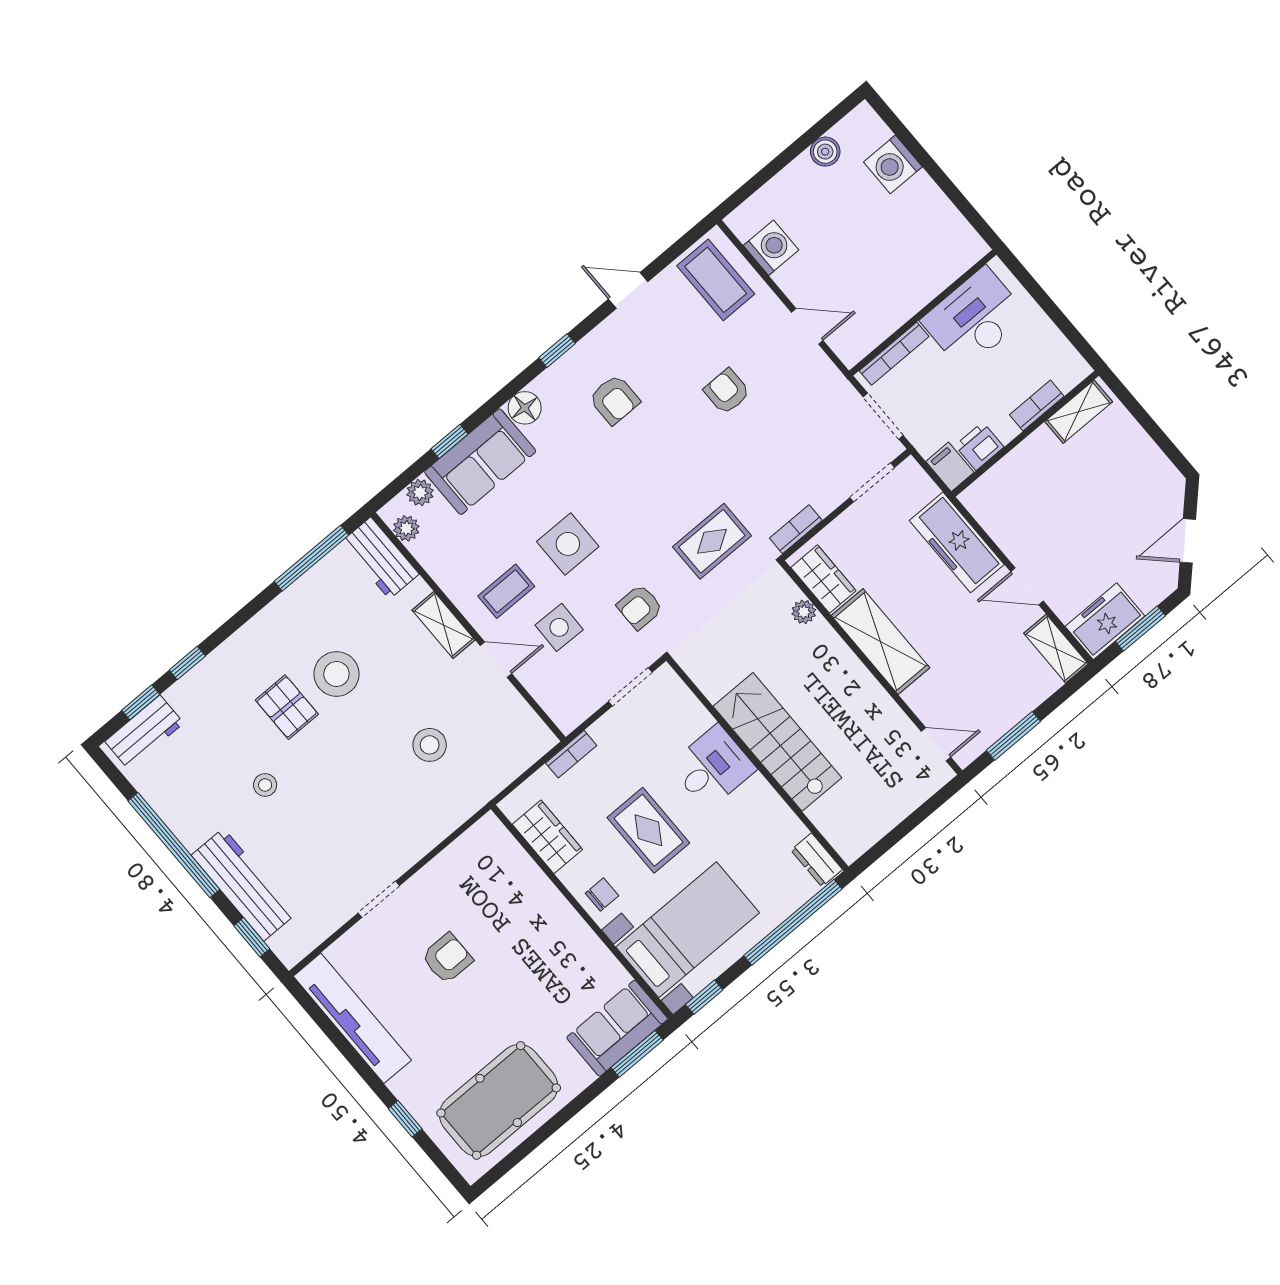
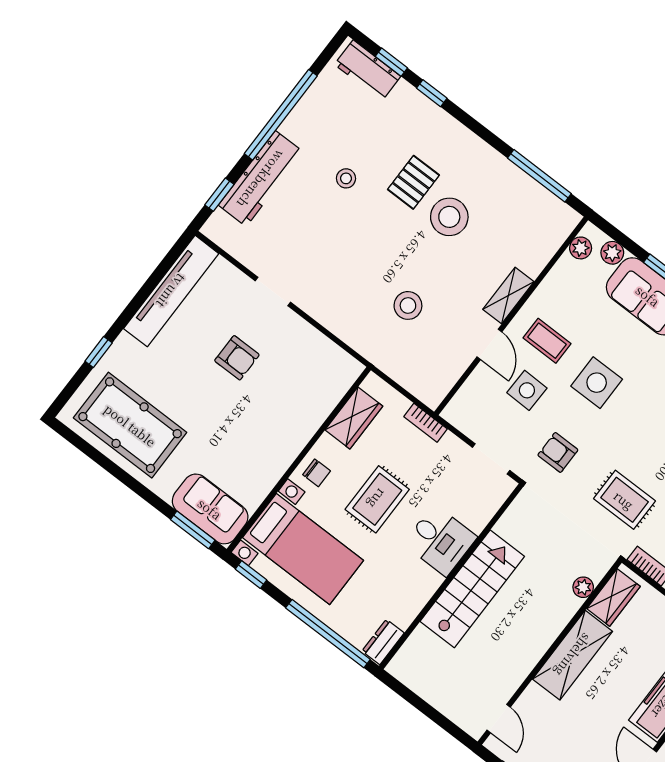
workbench: (380, 558) -> (552, 232), removed

